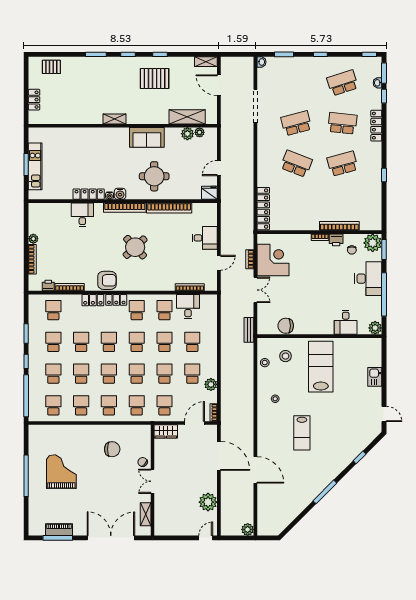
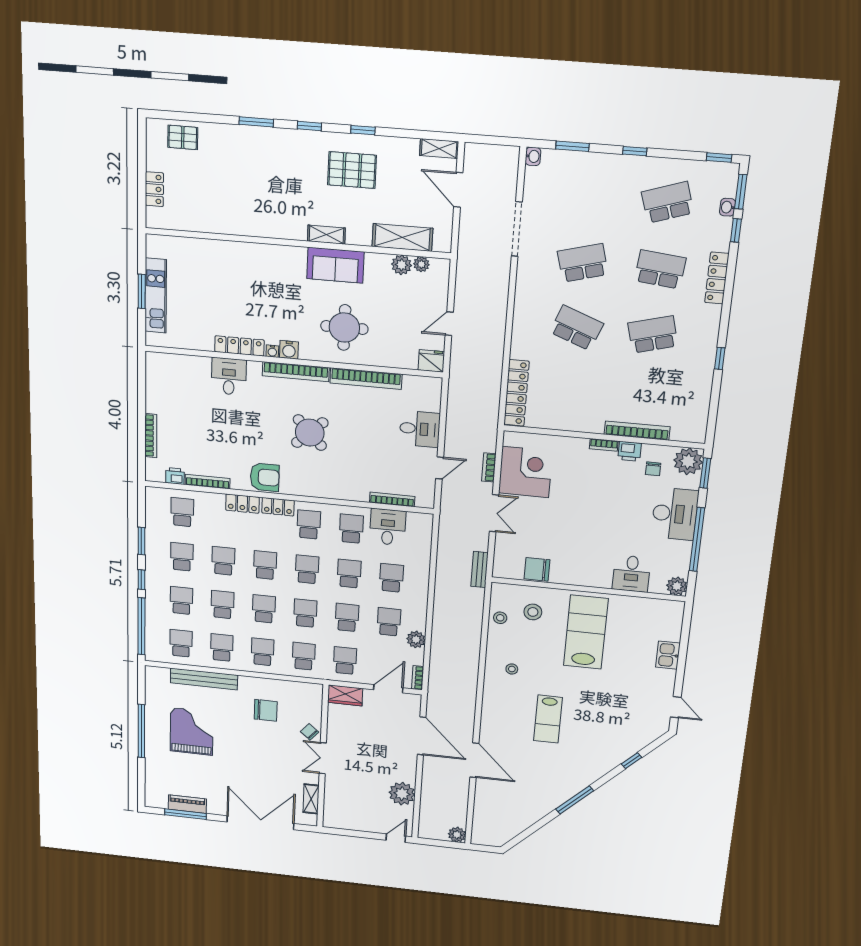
shelving: (115, 119) -> (326, 235), moved
plant: (33, 239) -> (153, 405), removed
bench: (69, 430) -> (204, 679), added

